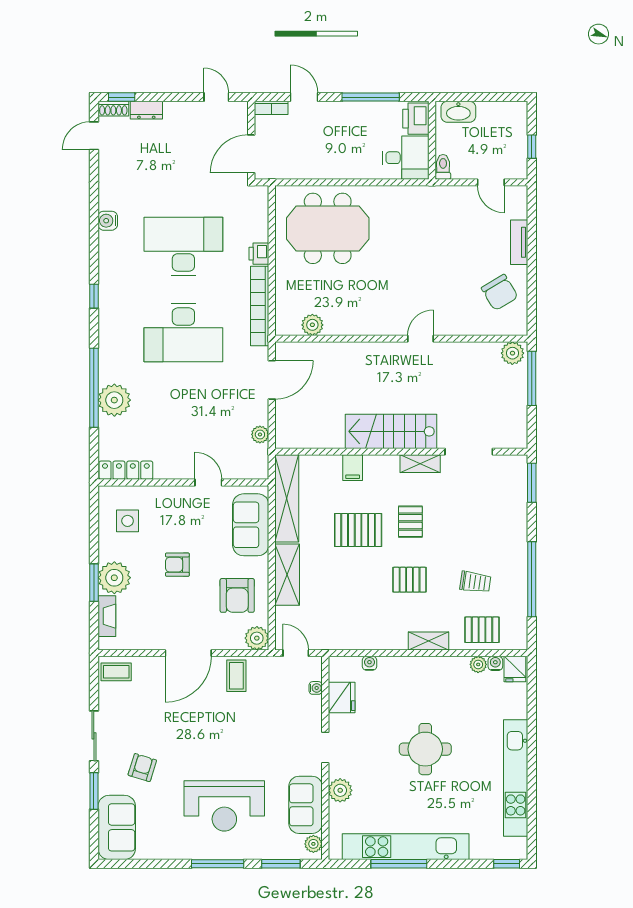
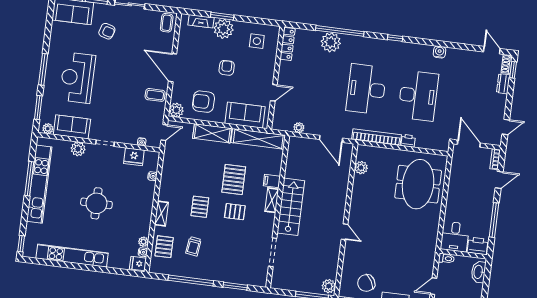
shelving: (420, 464) -> (272, 200), moved
window: (532, 483) -> (235, 286), moved

